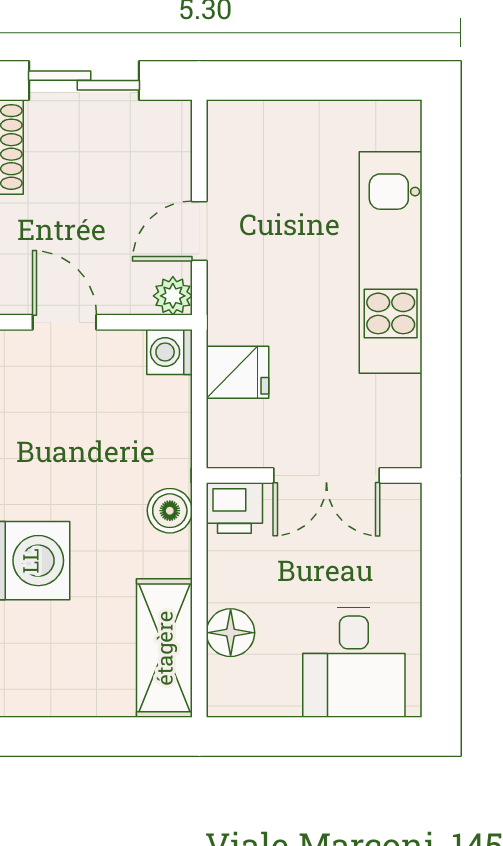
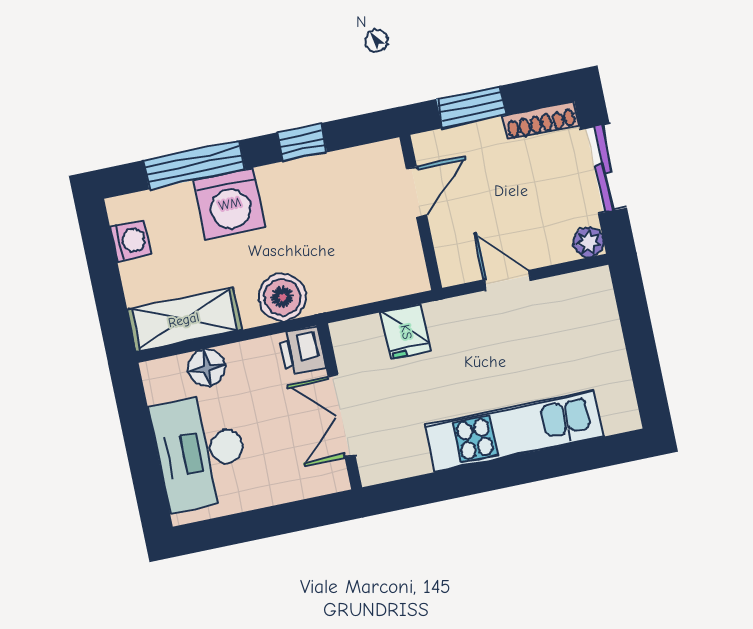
plant: (173, 296) -> (588, 242), moved
washing machine: (170, 352) -> (131, 241), moved, turned 90
boiler: (170, 511) -> (282, 297), width x1.36, depth x1.36
desk: (354, 662) -> (201, 452), width x1.37

